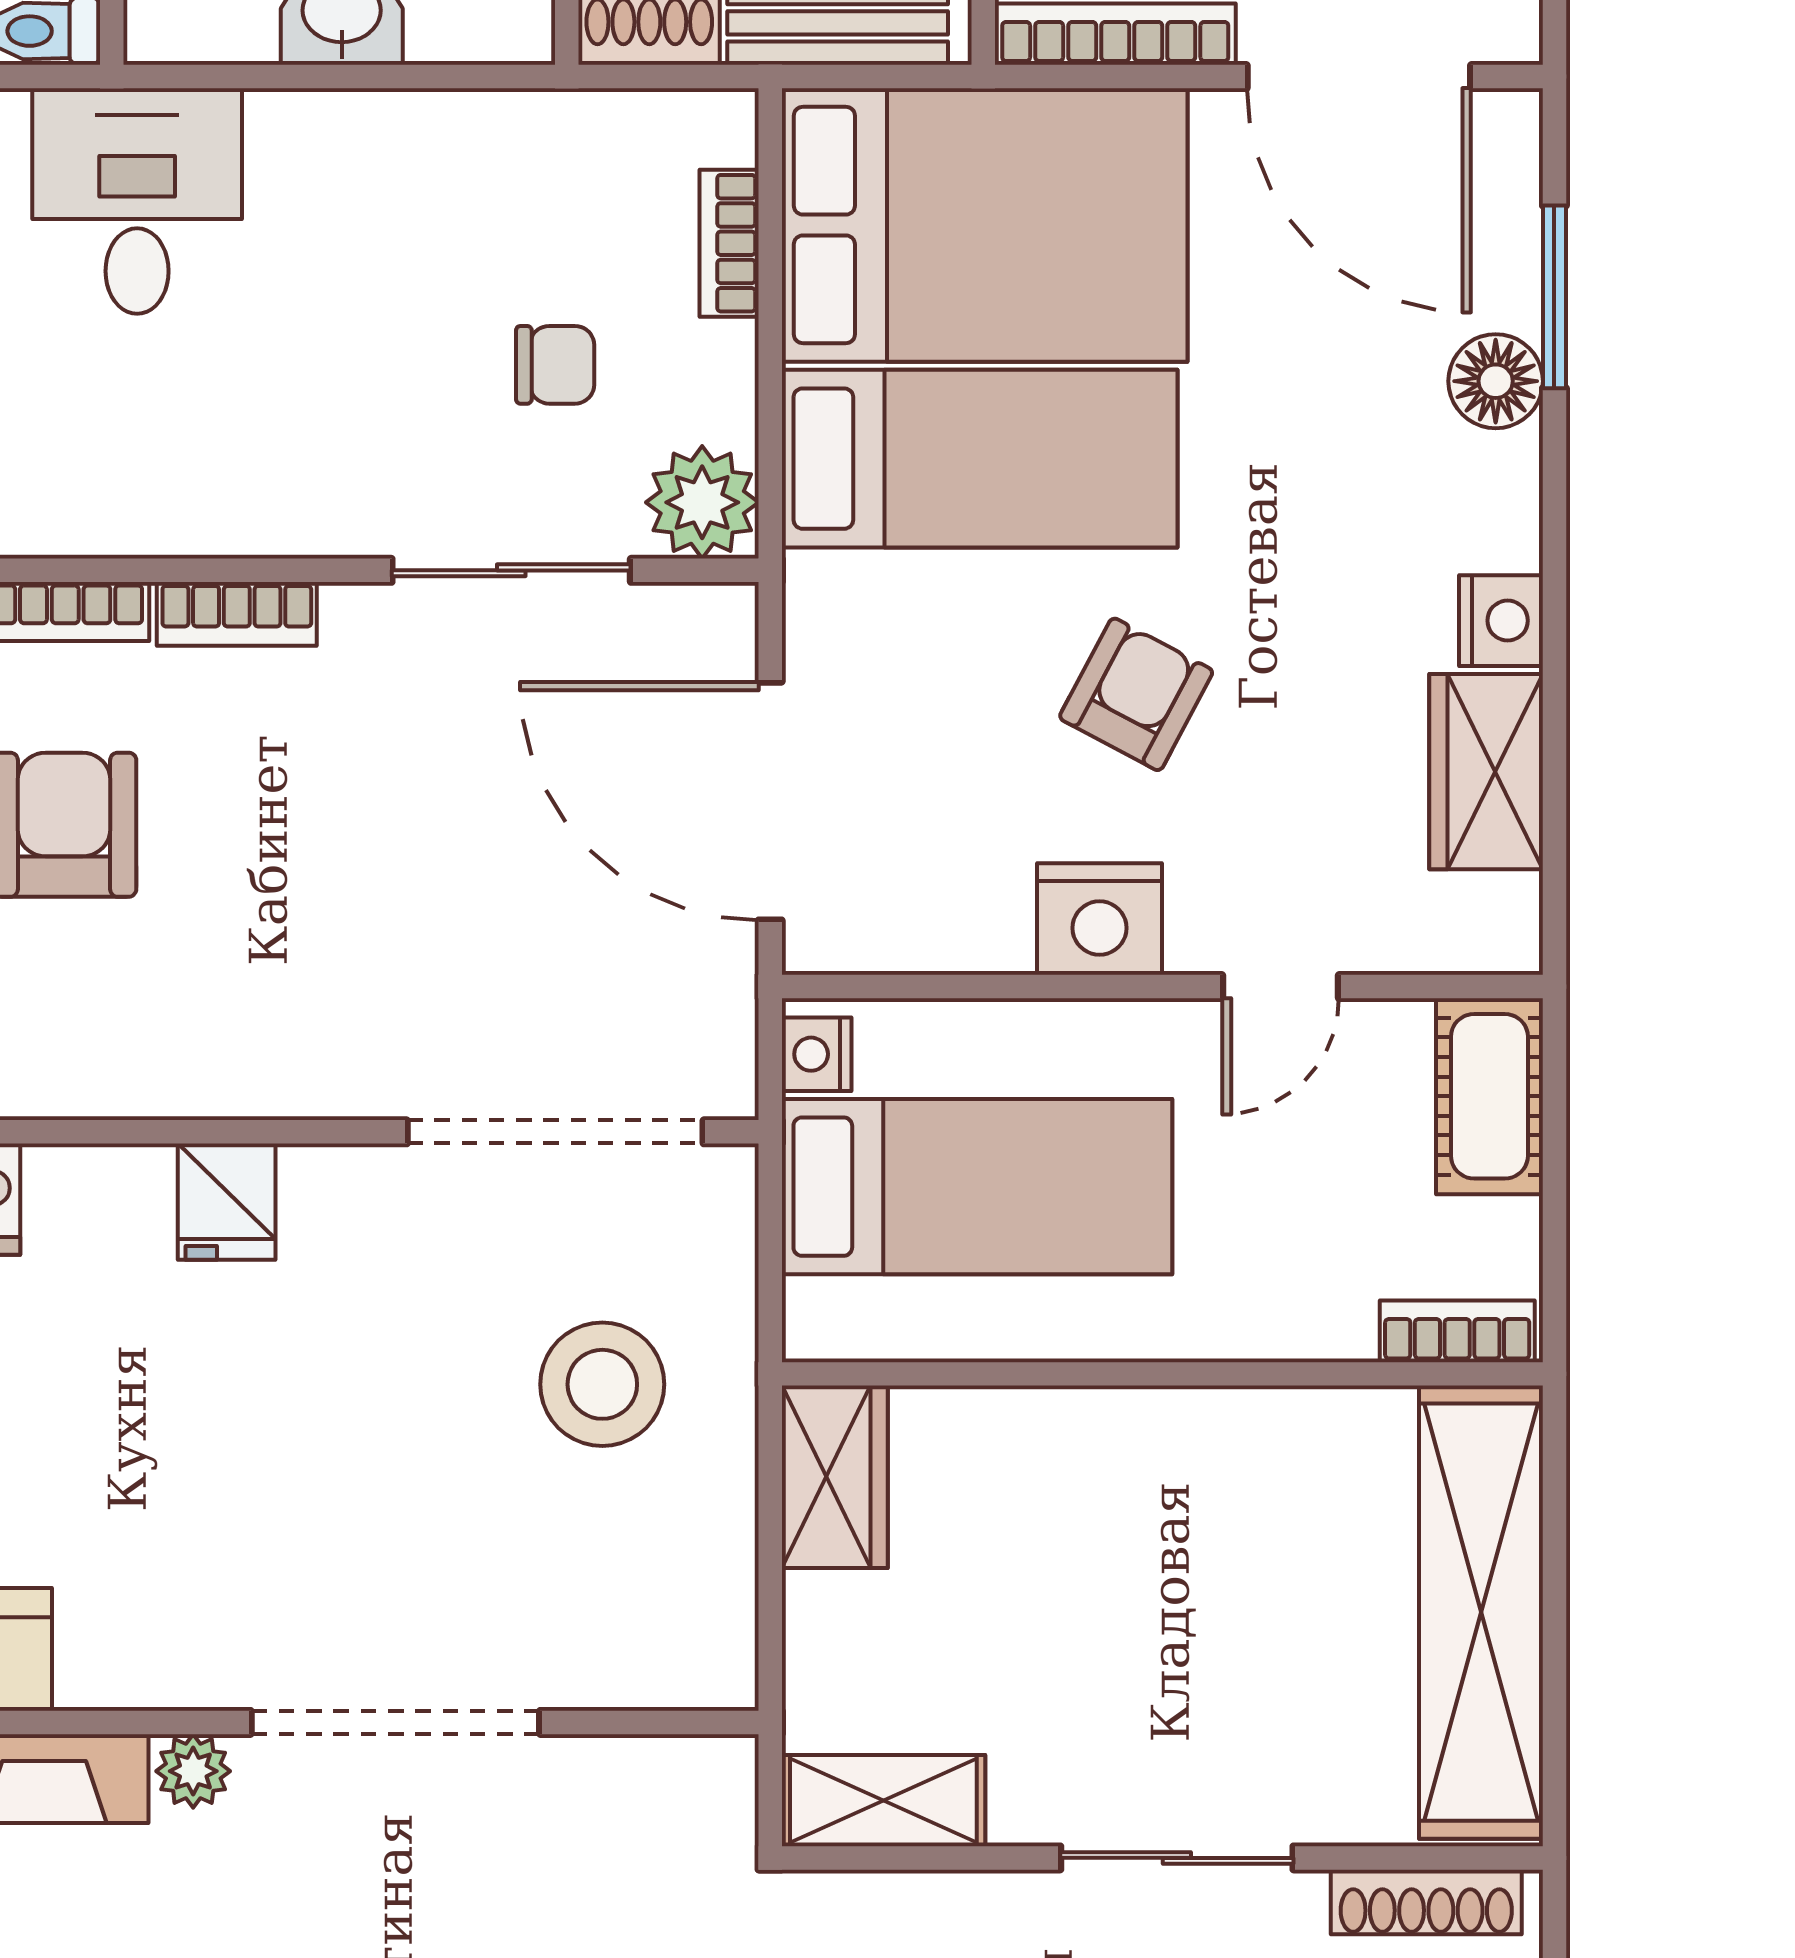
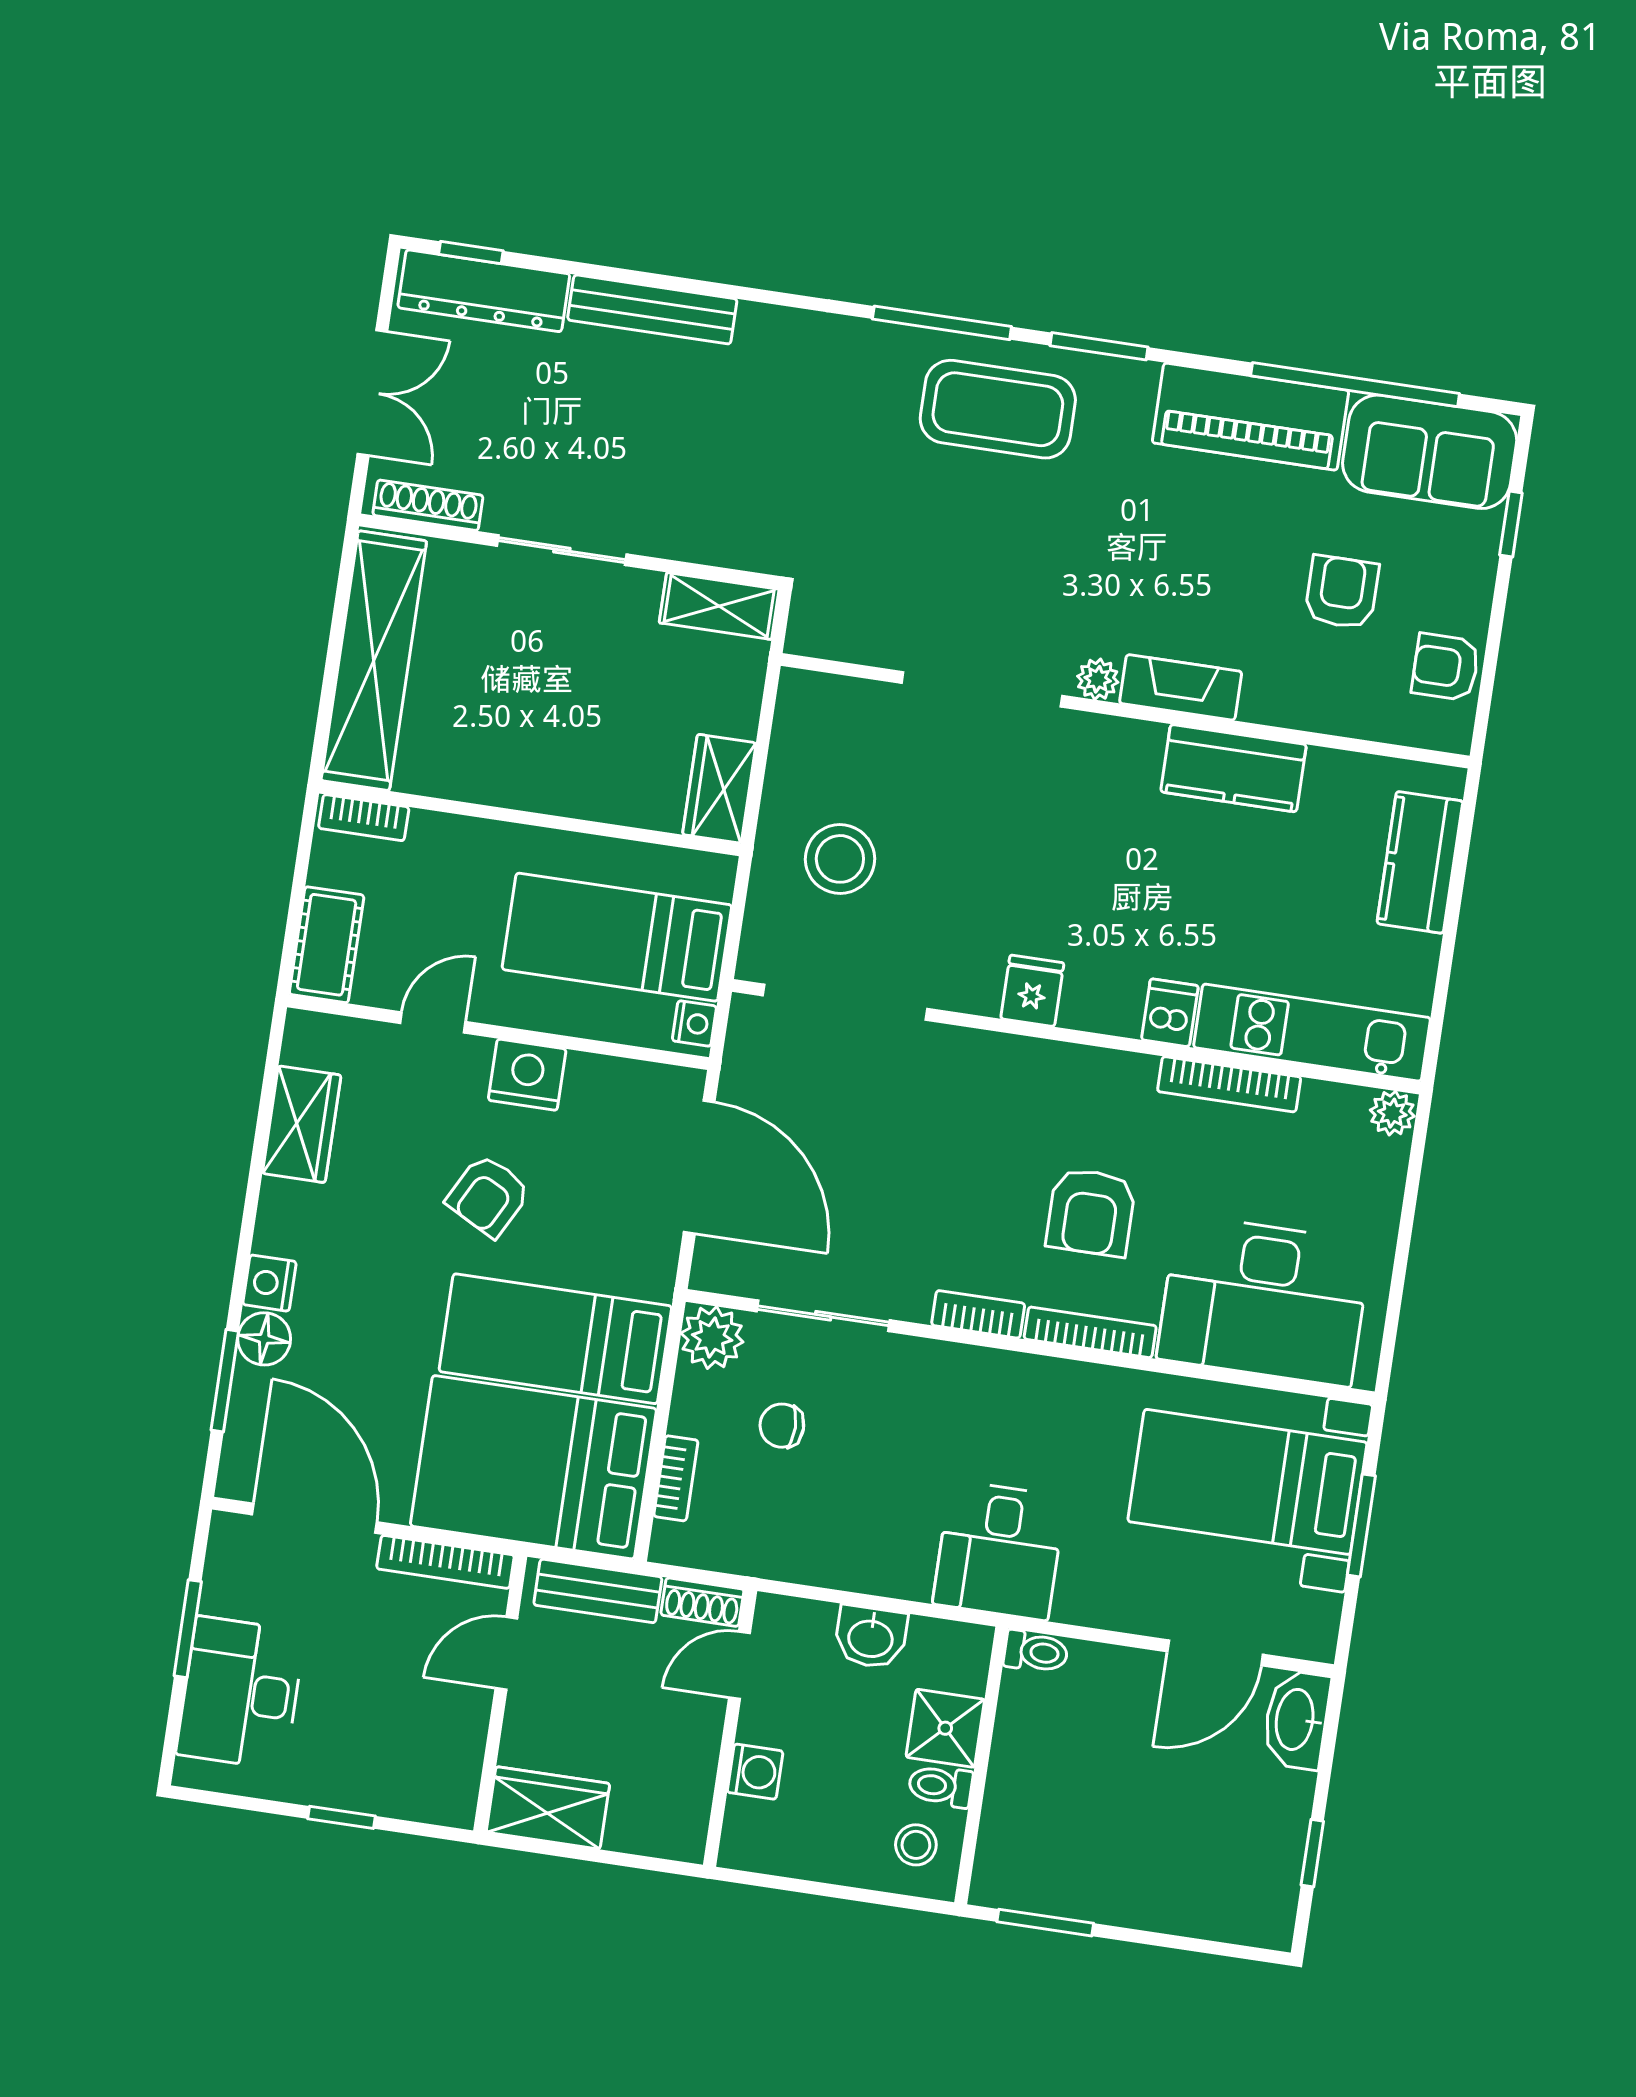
nightstand: (1501, 621) -> (270, 1283), moved

